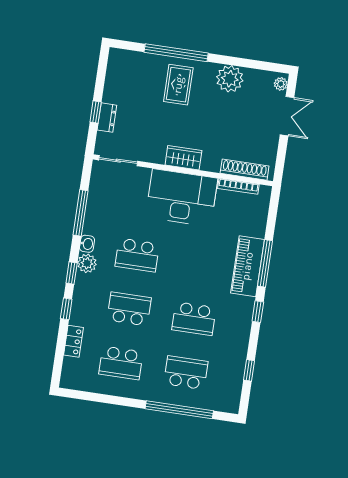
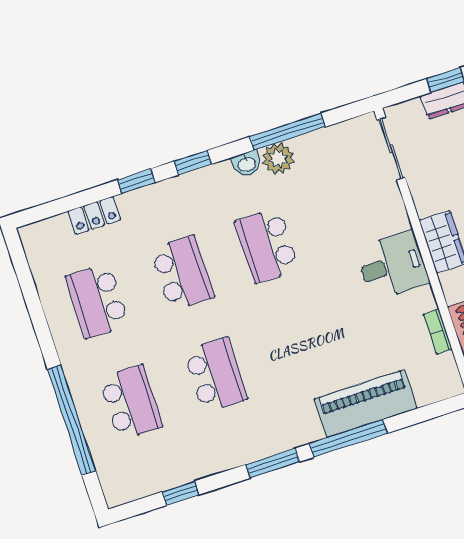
bookcase: (238, 186) -> (438, 332), width x0.64
desk: (182, 198) -> (392, 265), width x0.53, depth x0.77
plant: (87, 263) -> (278, 159), moved
piano: (247, 266) -> (366, 404), moved
window: (258, 312) -> (273, 463), width x1.50
school desk: (194, 319) -> (215, 375), turned 180

